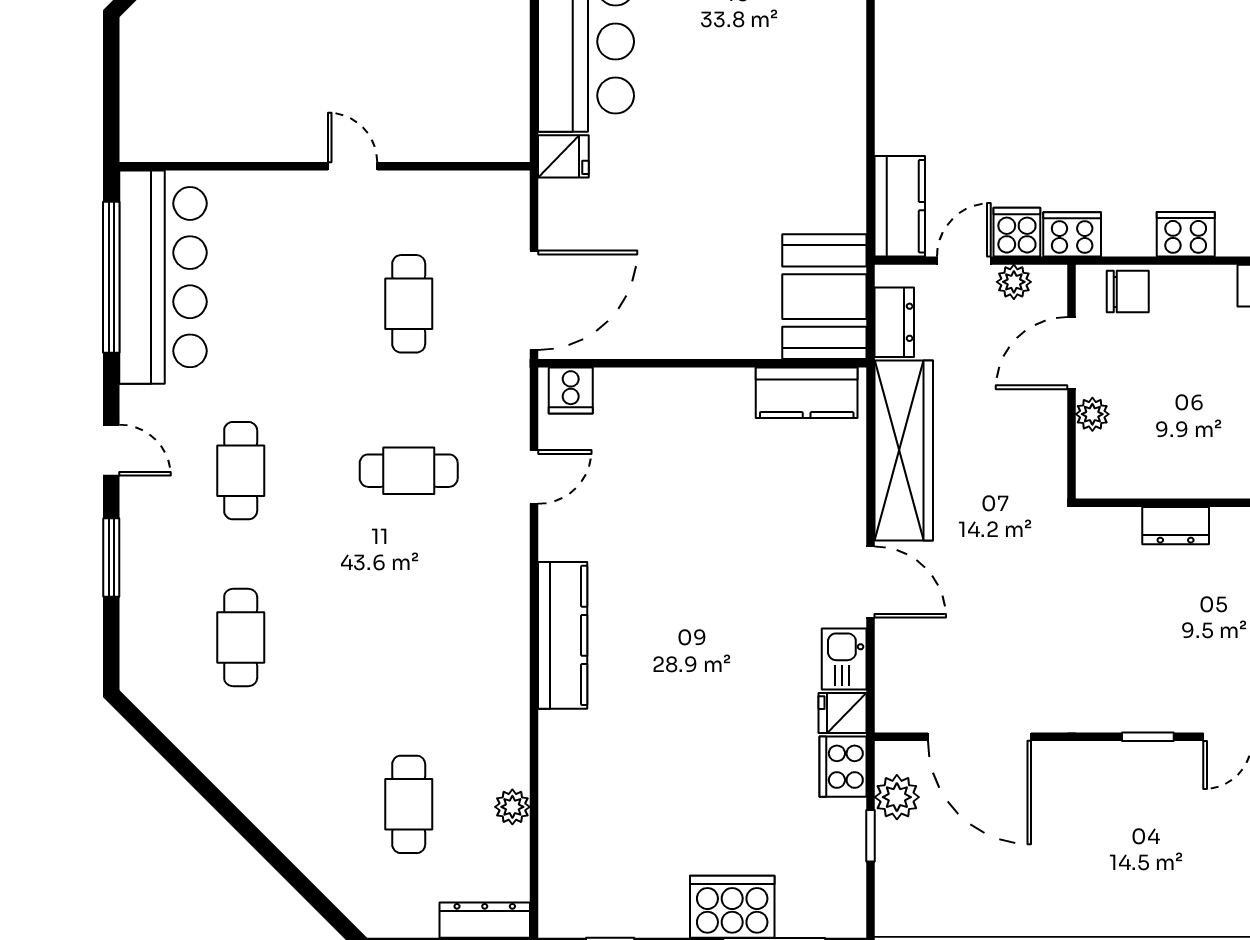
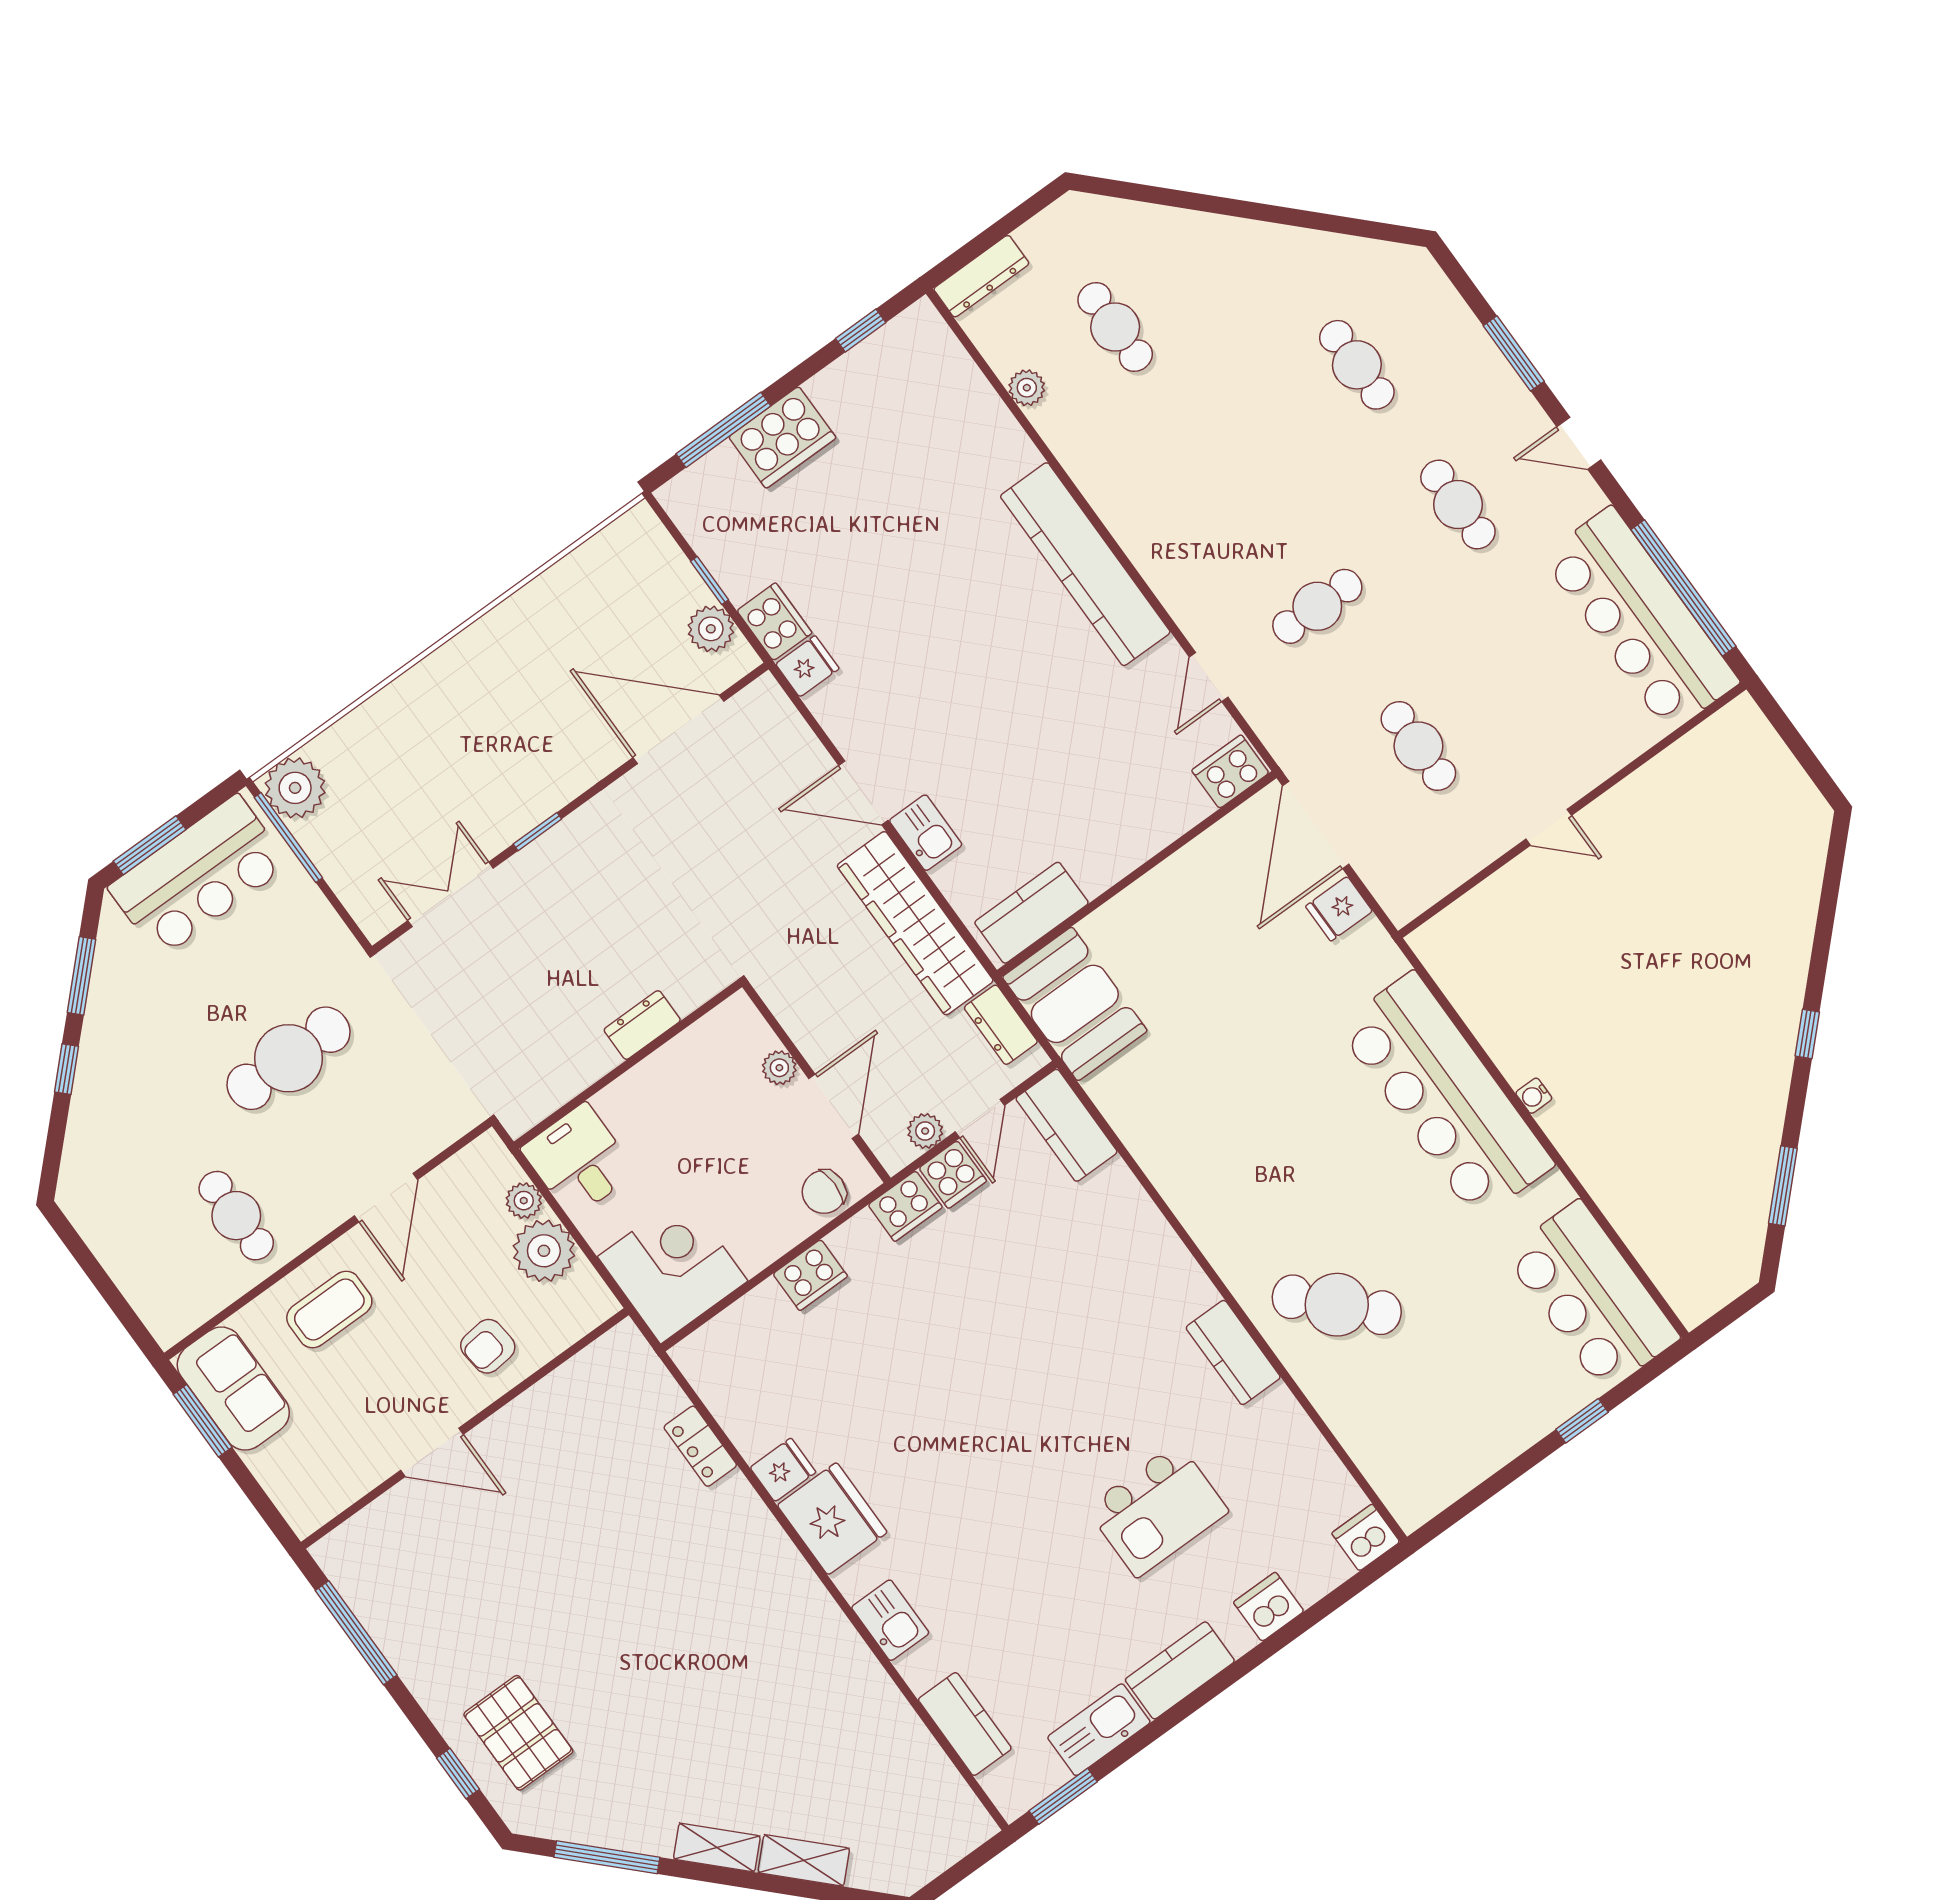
fridge: (563, 156) -> (1339, 909), moved
cooker: (571, 390) -> (1230, 772), width x1.36
kitchen counter: (563, 635) -> (1085, 564), width x1.39, depth x1.17
kitchen sink: (844, 659) -> (926, 833), moved

